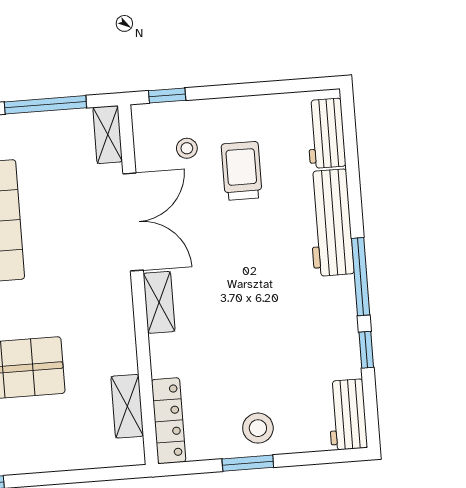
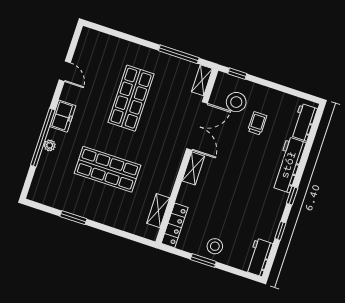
stool: (187, 148) -> (236, 102), width x1.89, depth x1.89
trolley: (242, 171) -> (257, 123), width x0.73, depth x0.72
window: (361, 277) -> (292, 196), width x0.46

